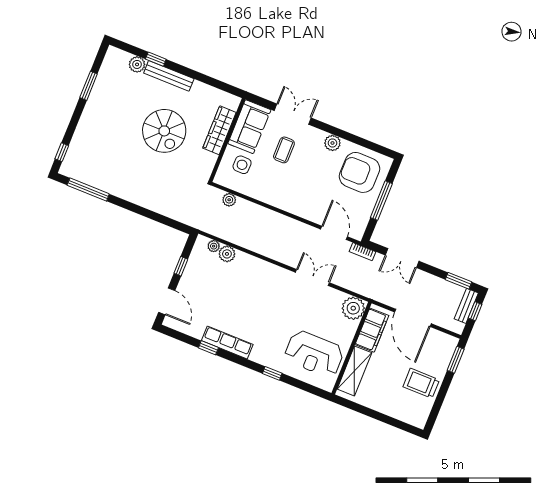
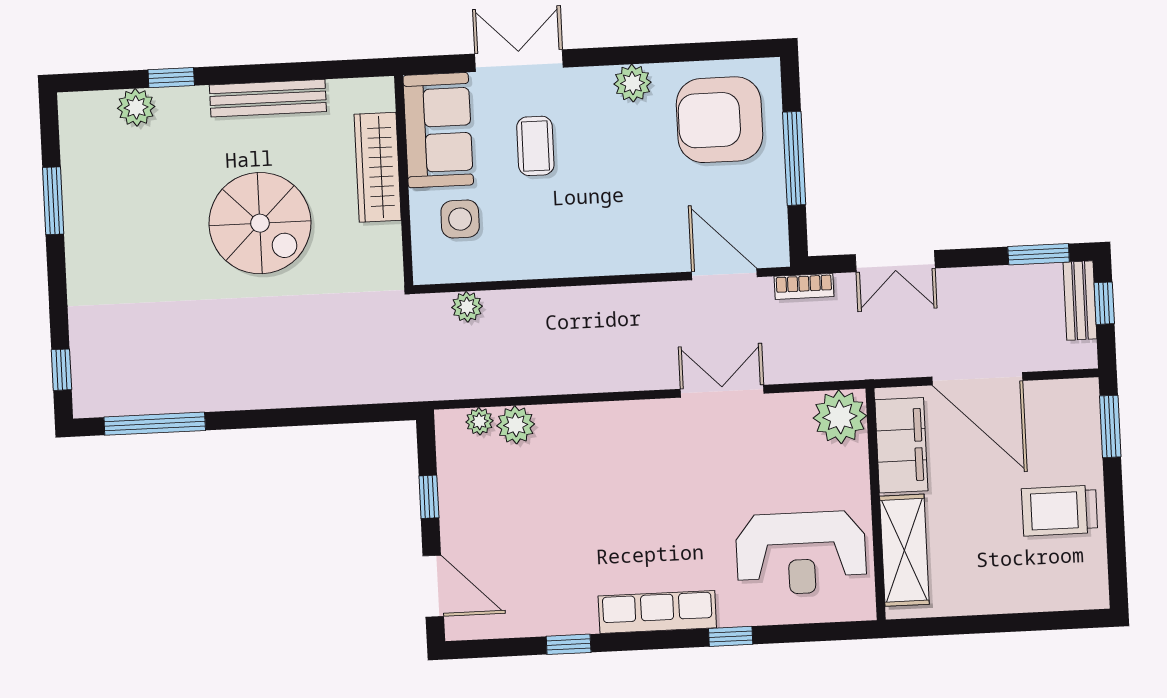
bench: (169, 76) -> (268, 98), moved
row of seats: (227, 343) -> (657, 612), moved

